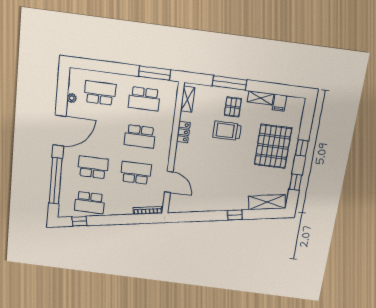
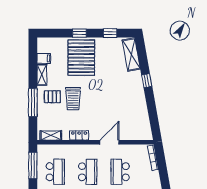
pallet: (273, 146) -> (81, 58), turned 90
door: (169, 182) -> (109, 142), moved

